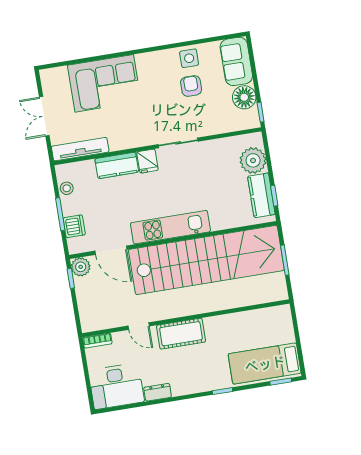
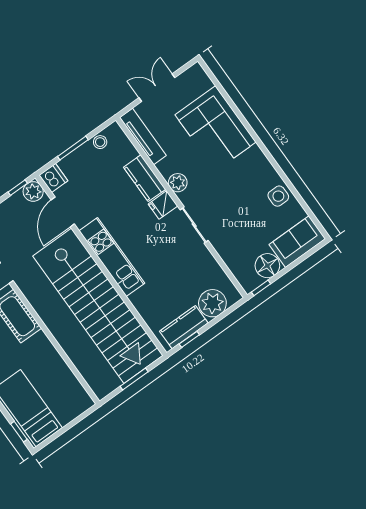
armchair: (191, 86) -> (253, 211), removed
plant: (135, 139) -> (178, 183), added
dishwasher: (74, 226) -> (53, 178), moved, turned -90

